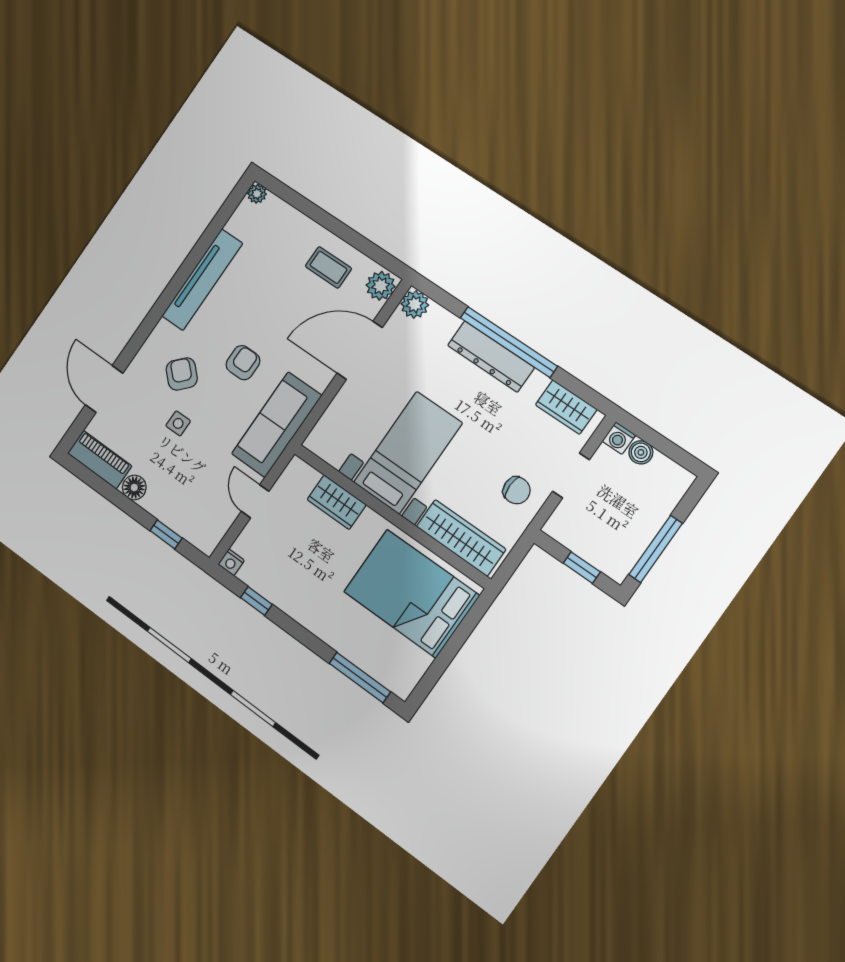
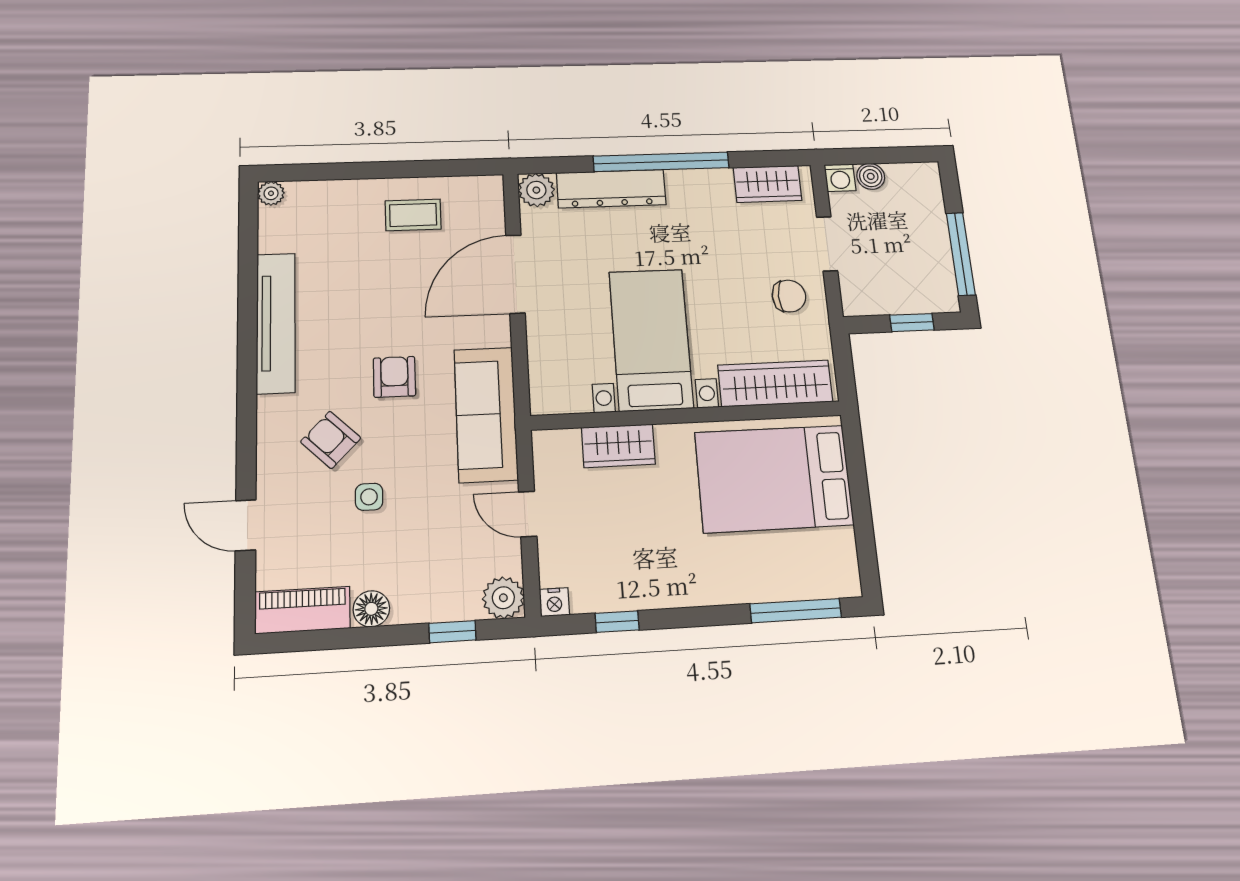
plant: (381, 286) -> (503, 598), moved
dresser: (491, 356) -> (611, 189), moved
door: (104, 389) -> (246, 525), width x0.73

